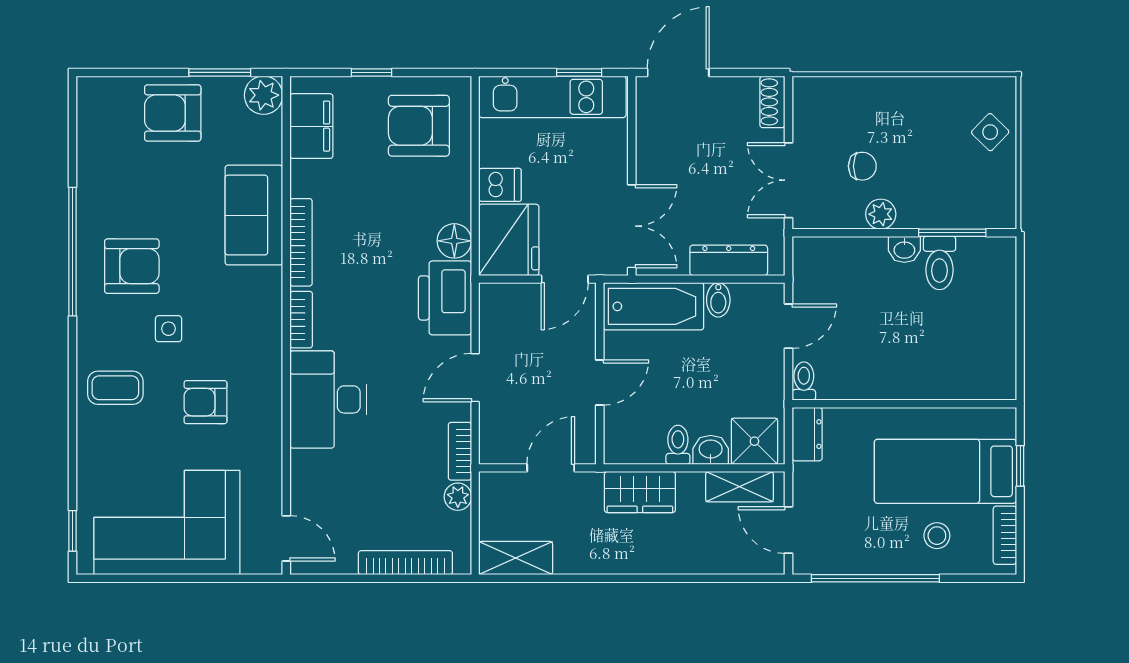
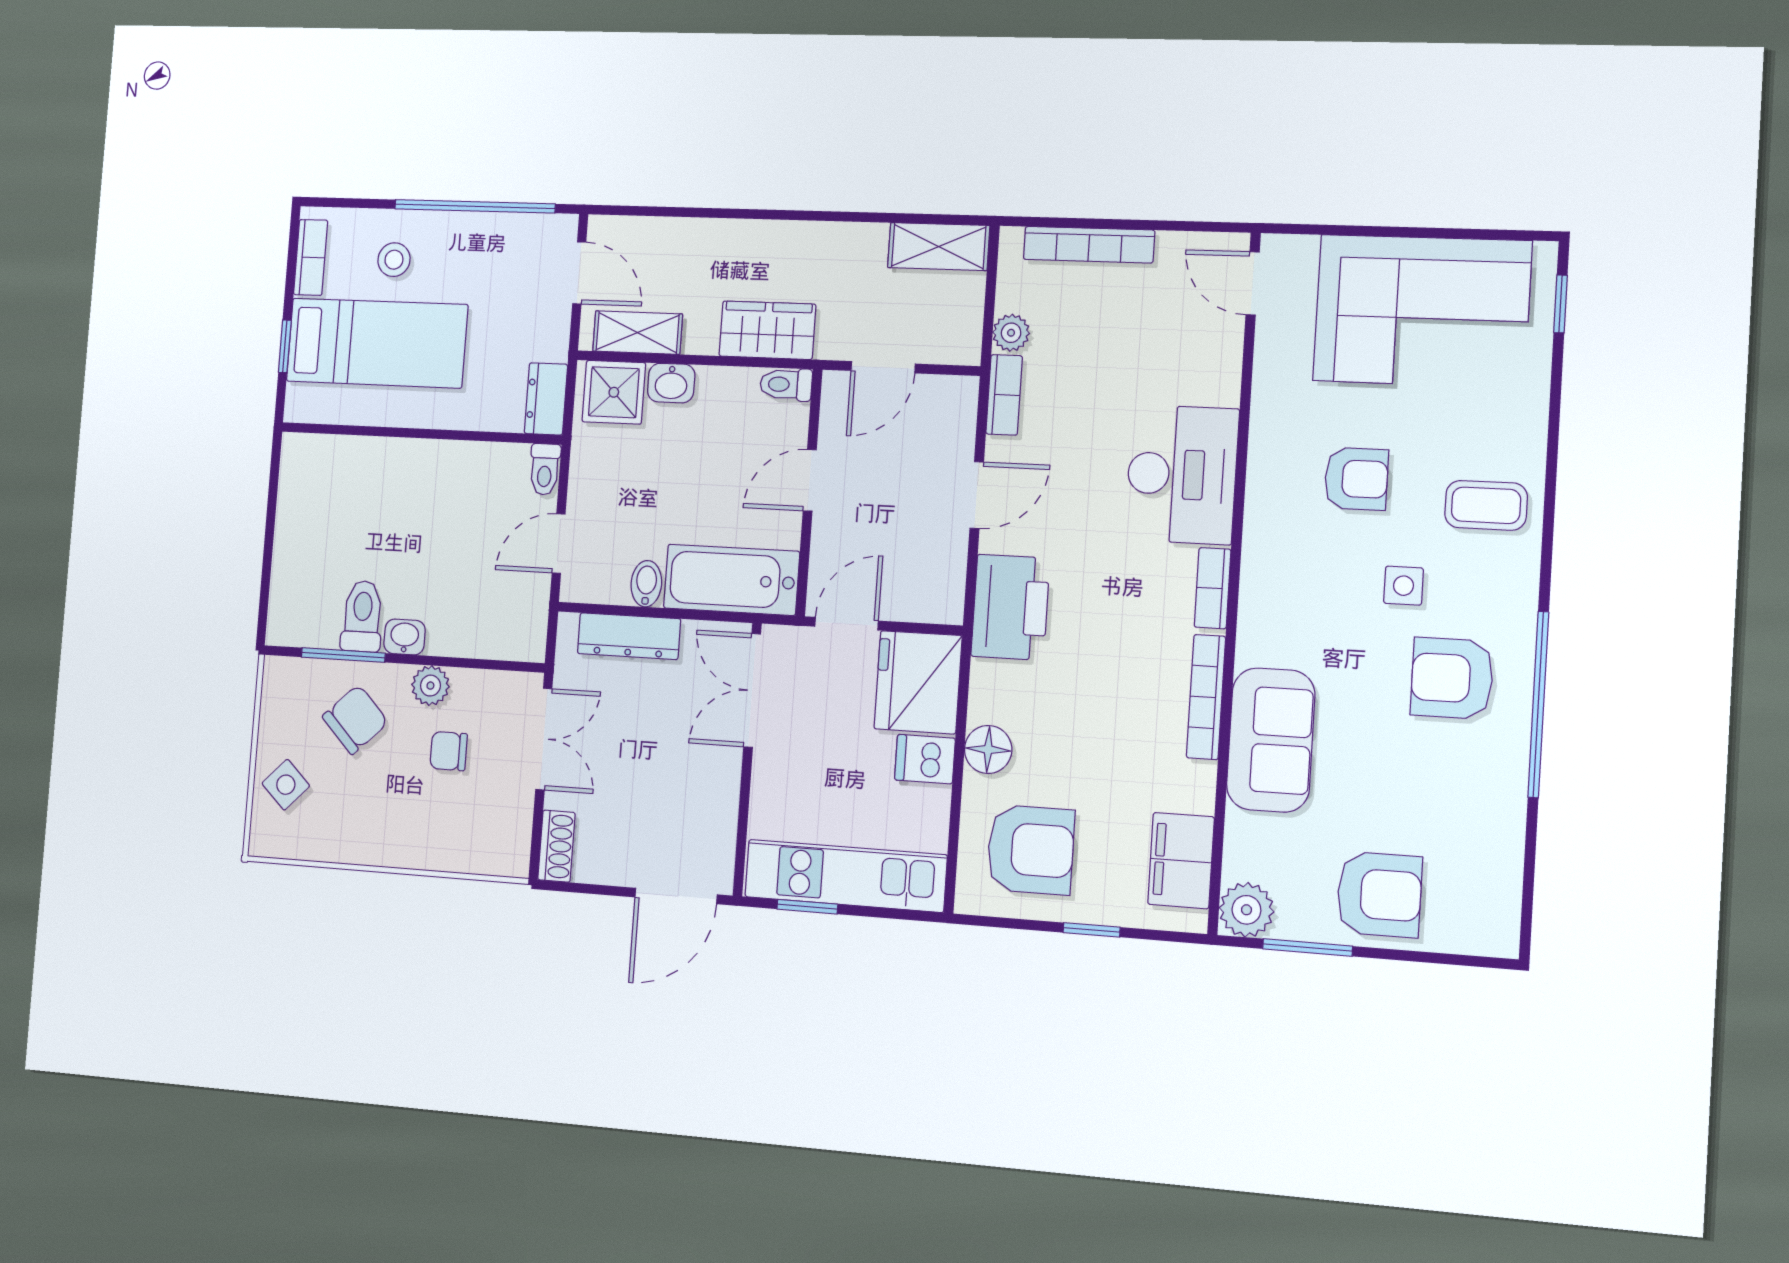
chair: (939, 185) -> (355, 719), added
floor lamp: (454, 241) -> (988, 749), moved
toilet: (678, 445) -> (786, 384), moved, turned 90

